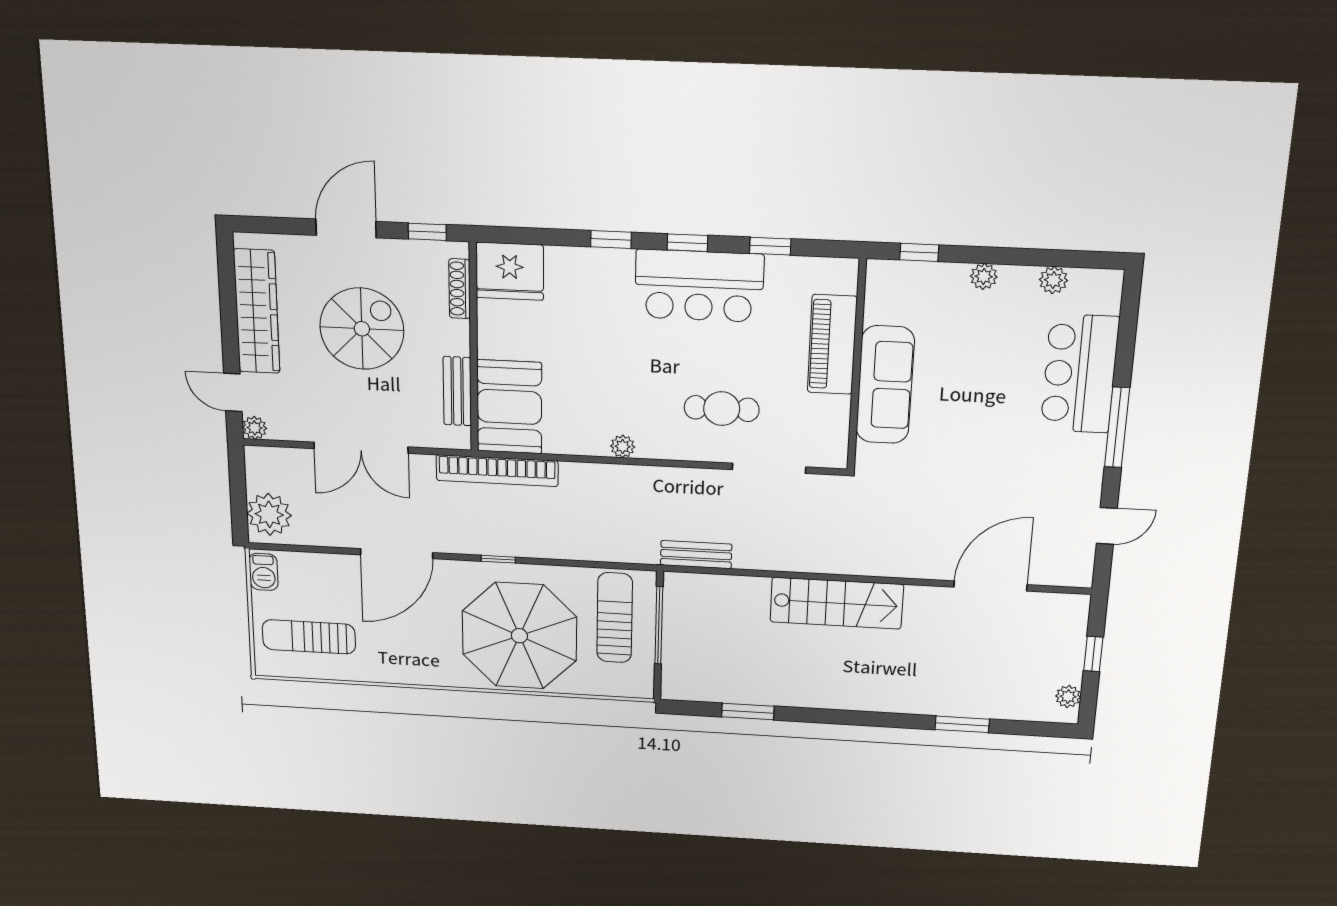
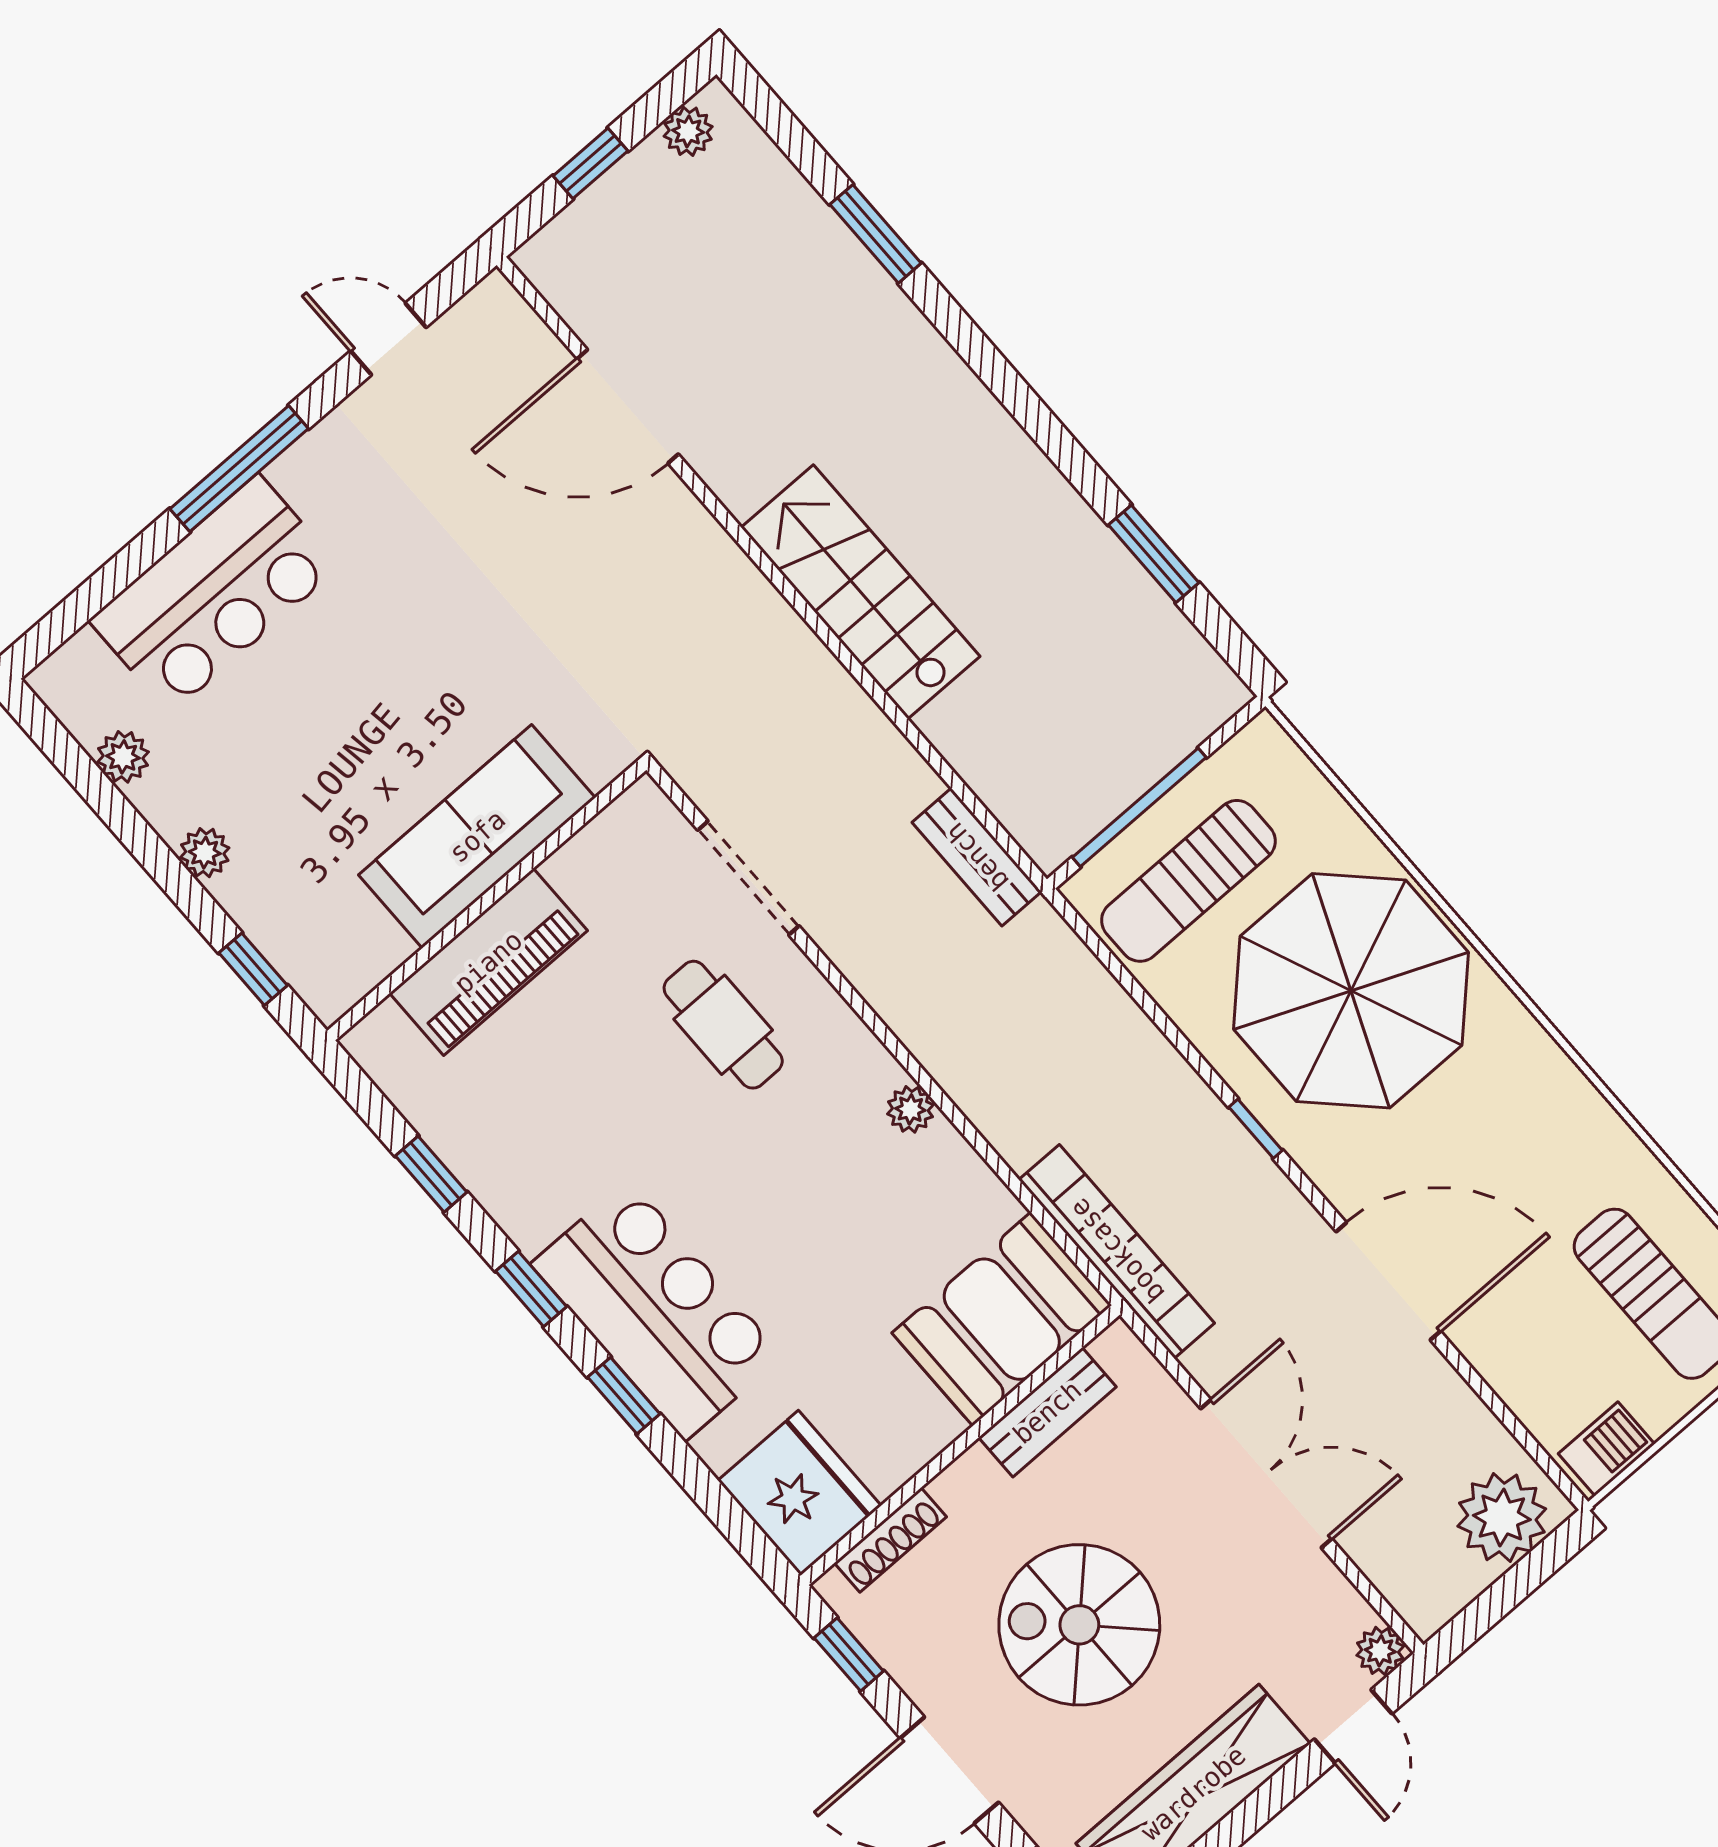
bar counter: (699, 286) -> (657, 1310), moved

